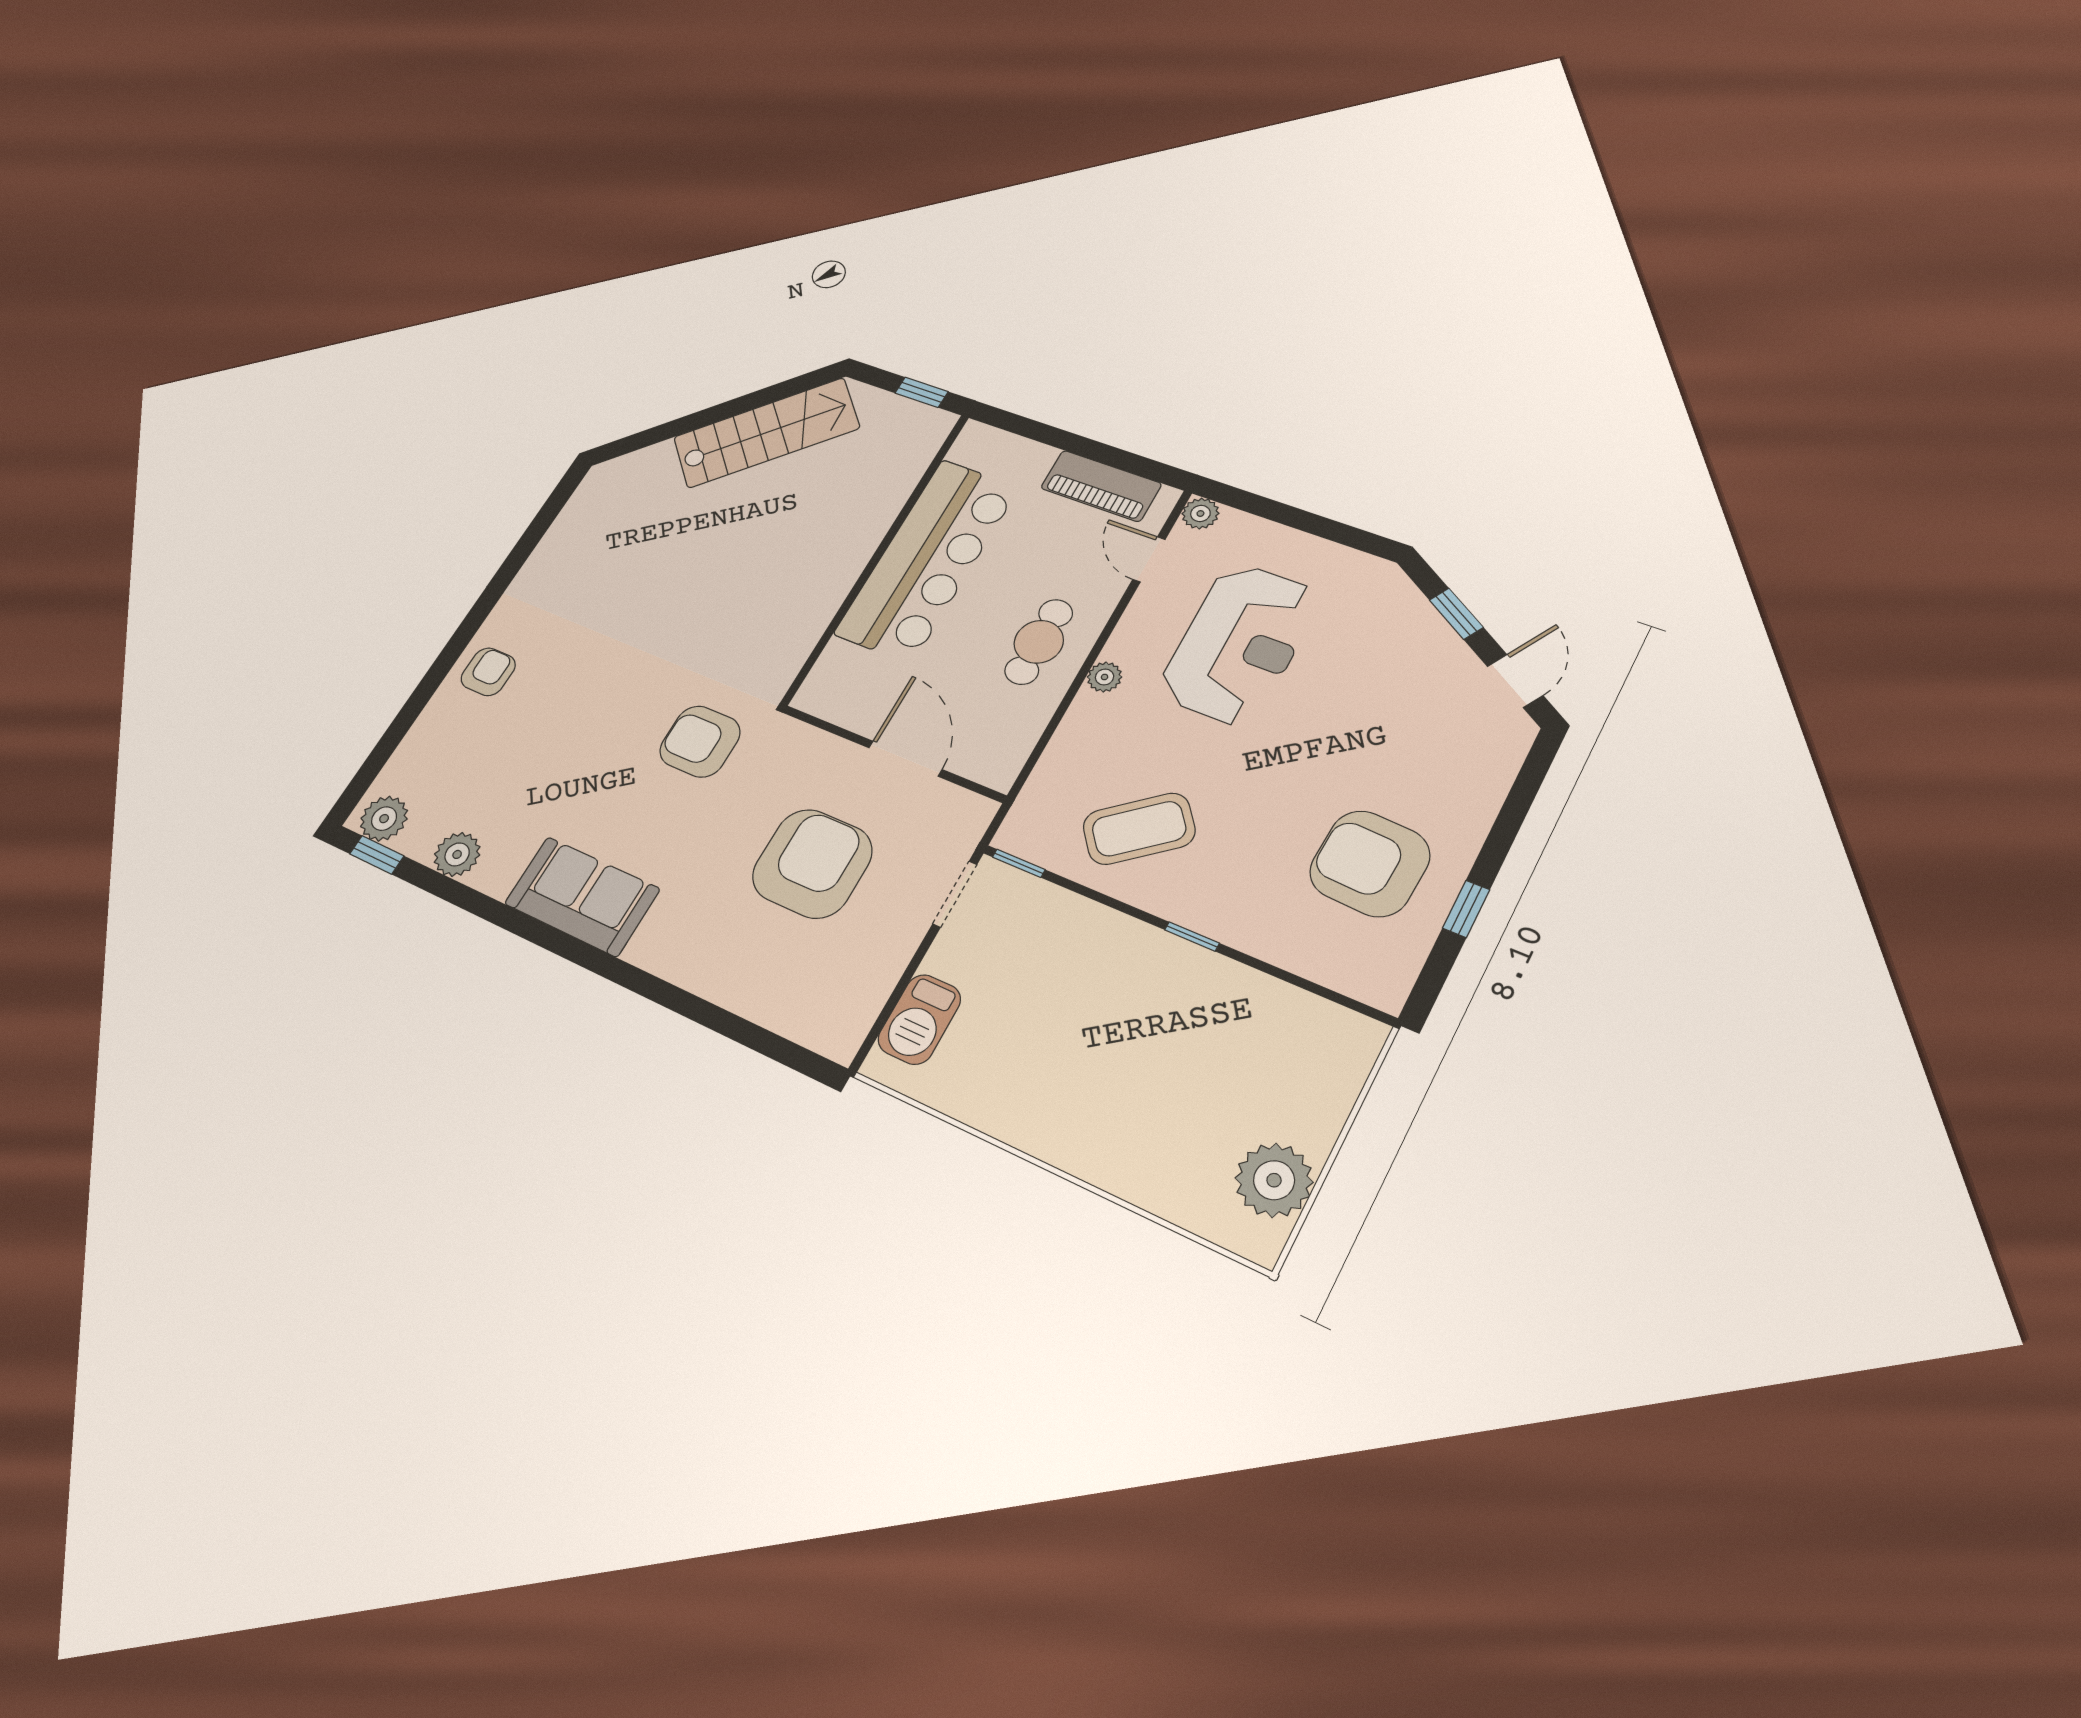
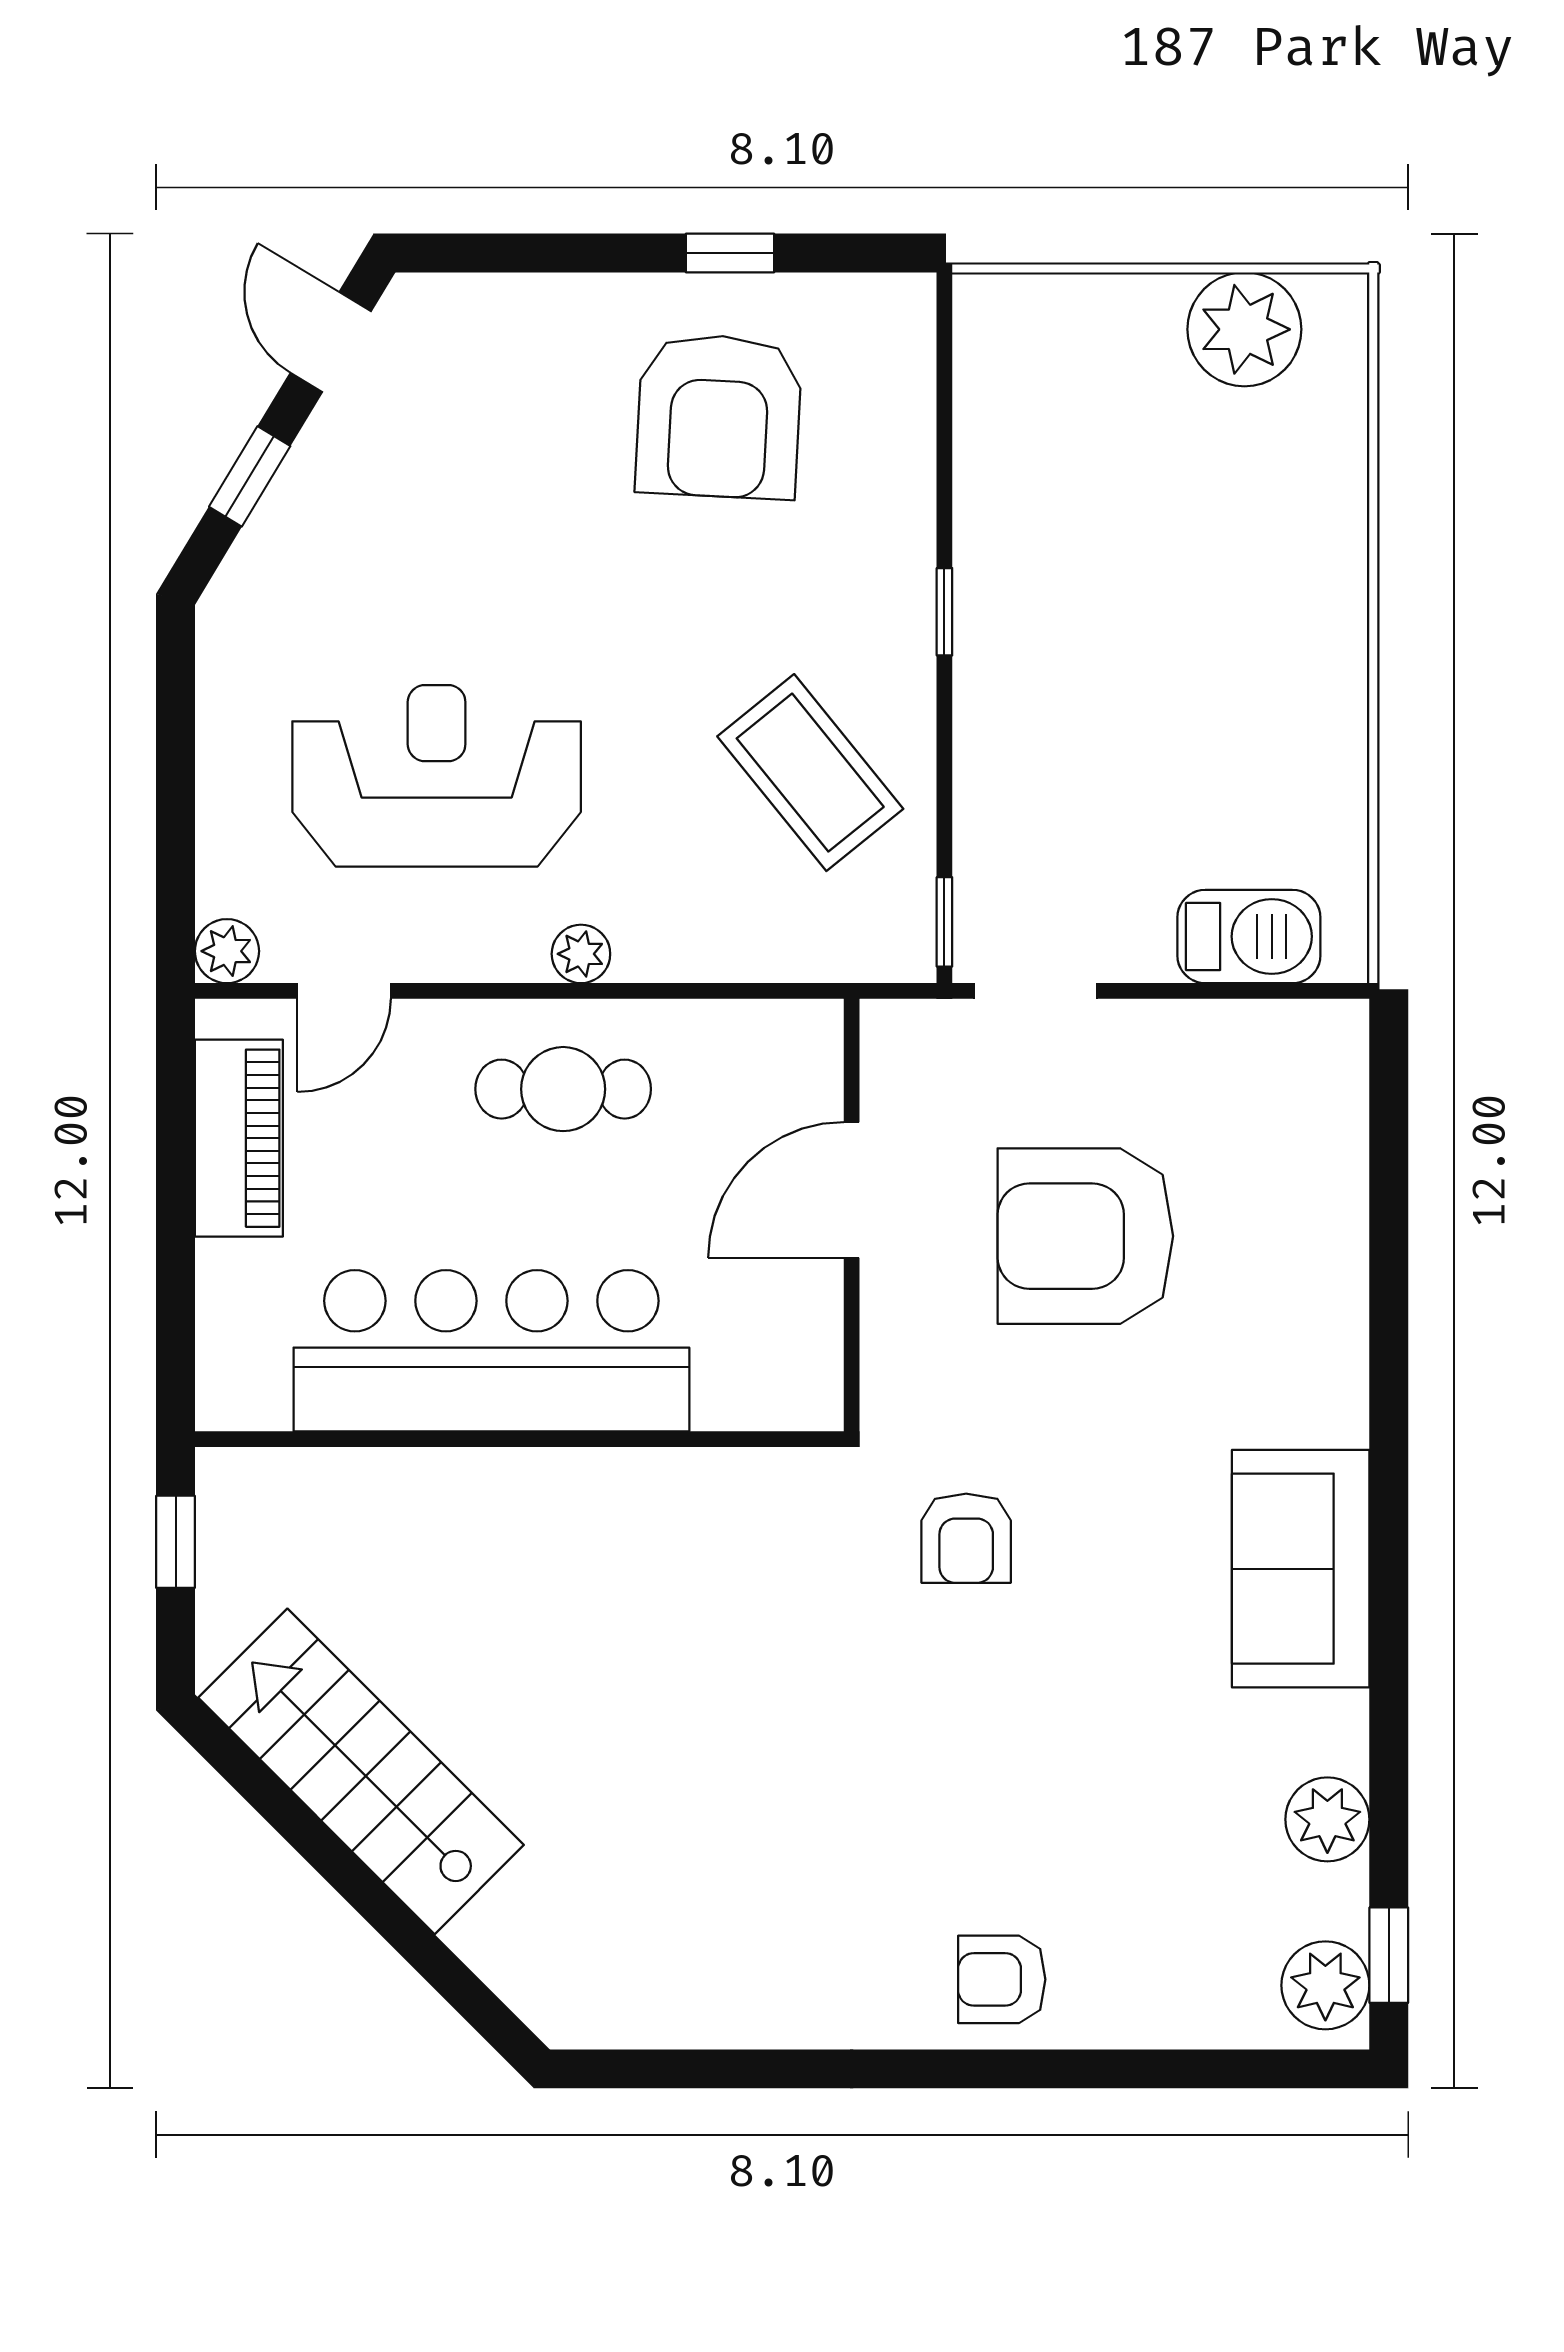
door: (1515, 681) -> (331, 342), hinge flipped
armchair: (700, 741) -> (966, 1538), width x0.72, depth x0.72

